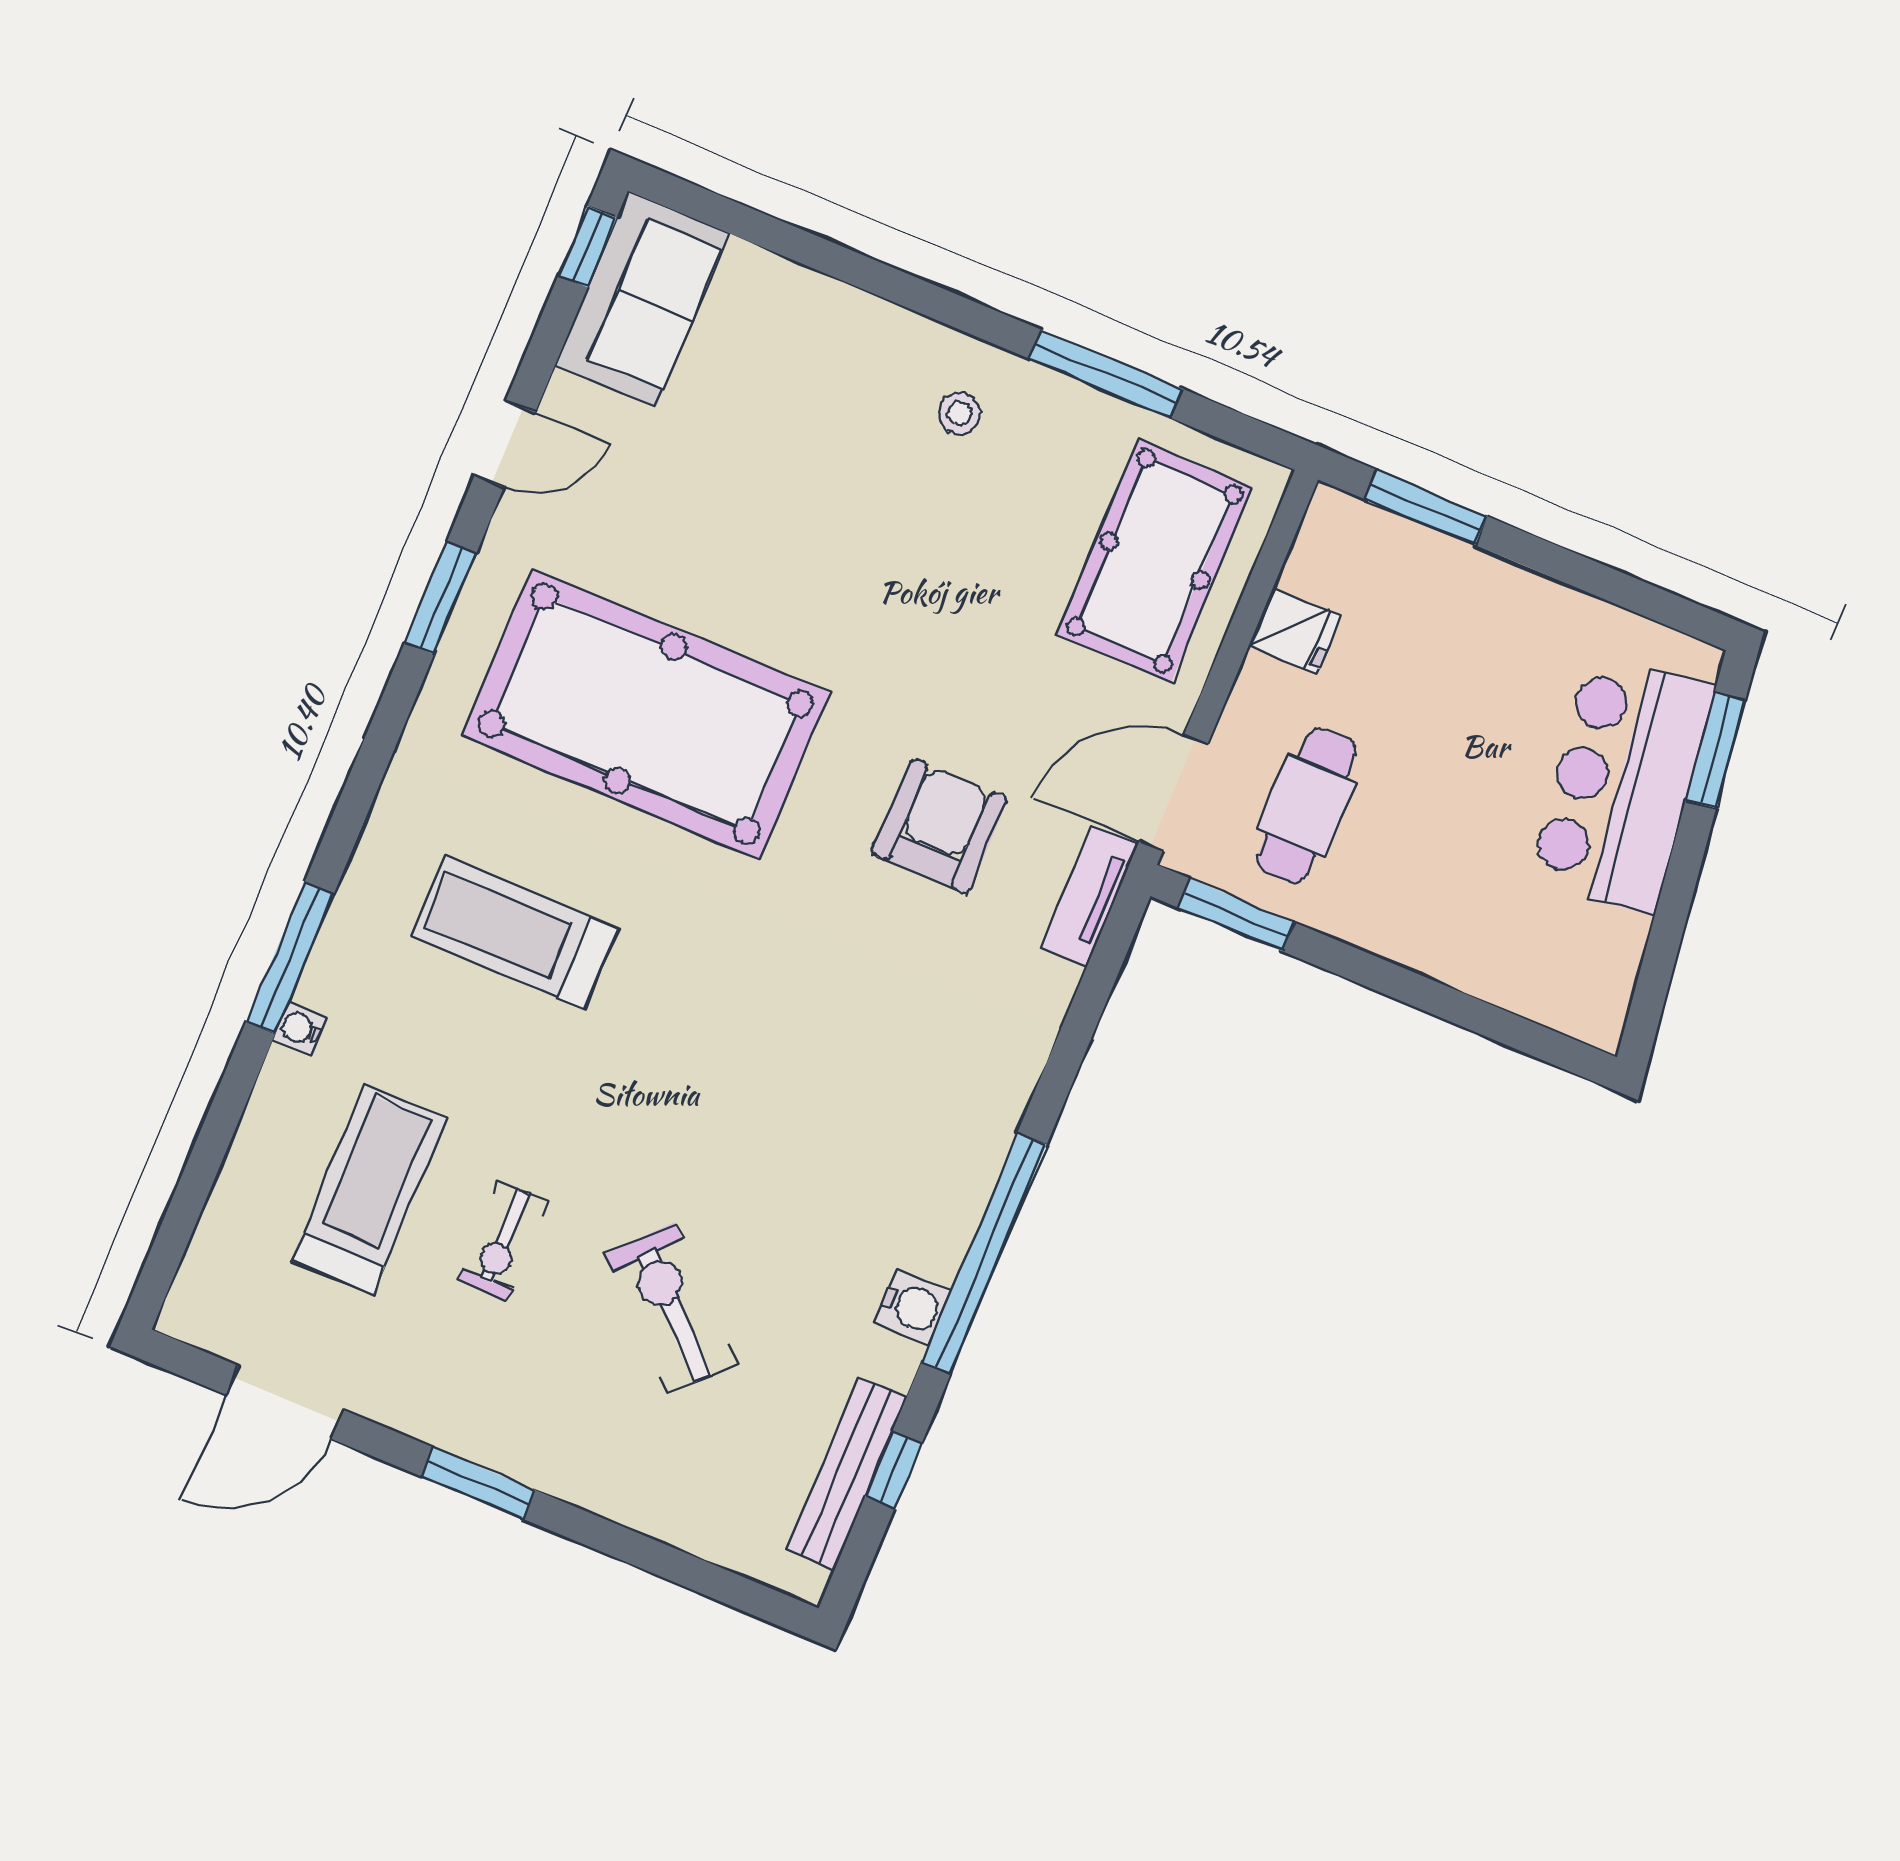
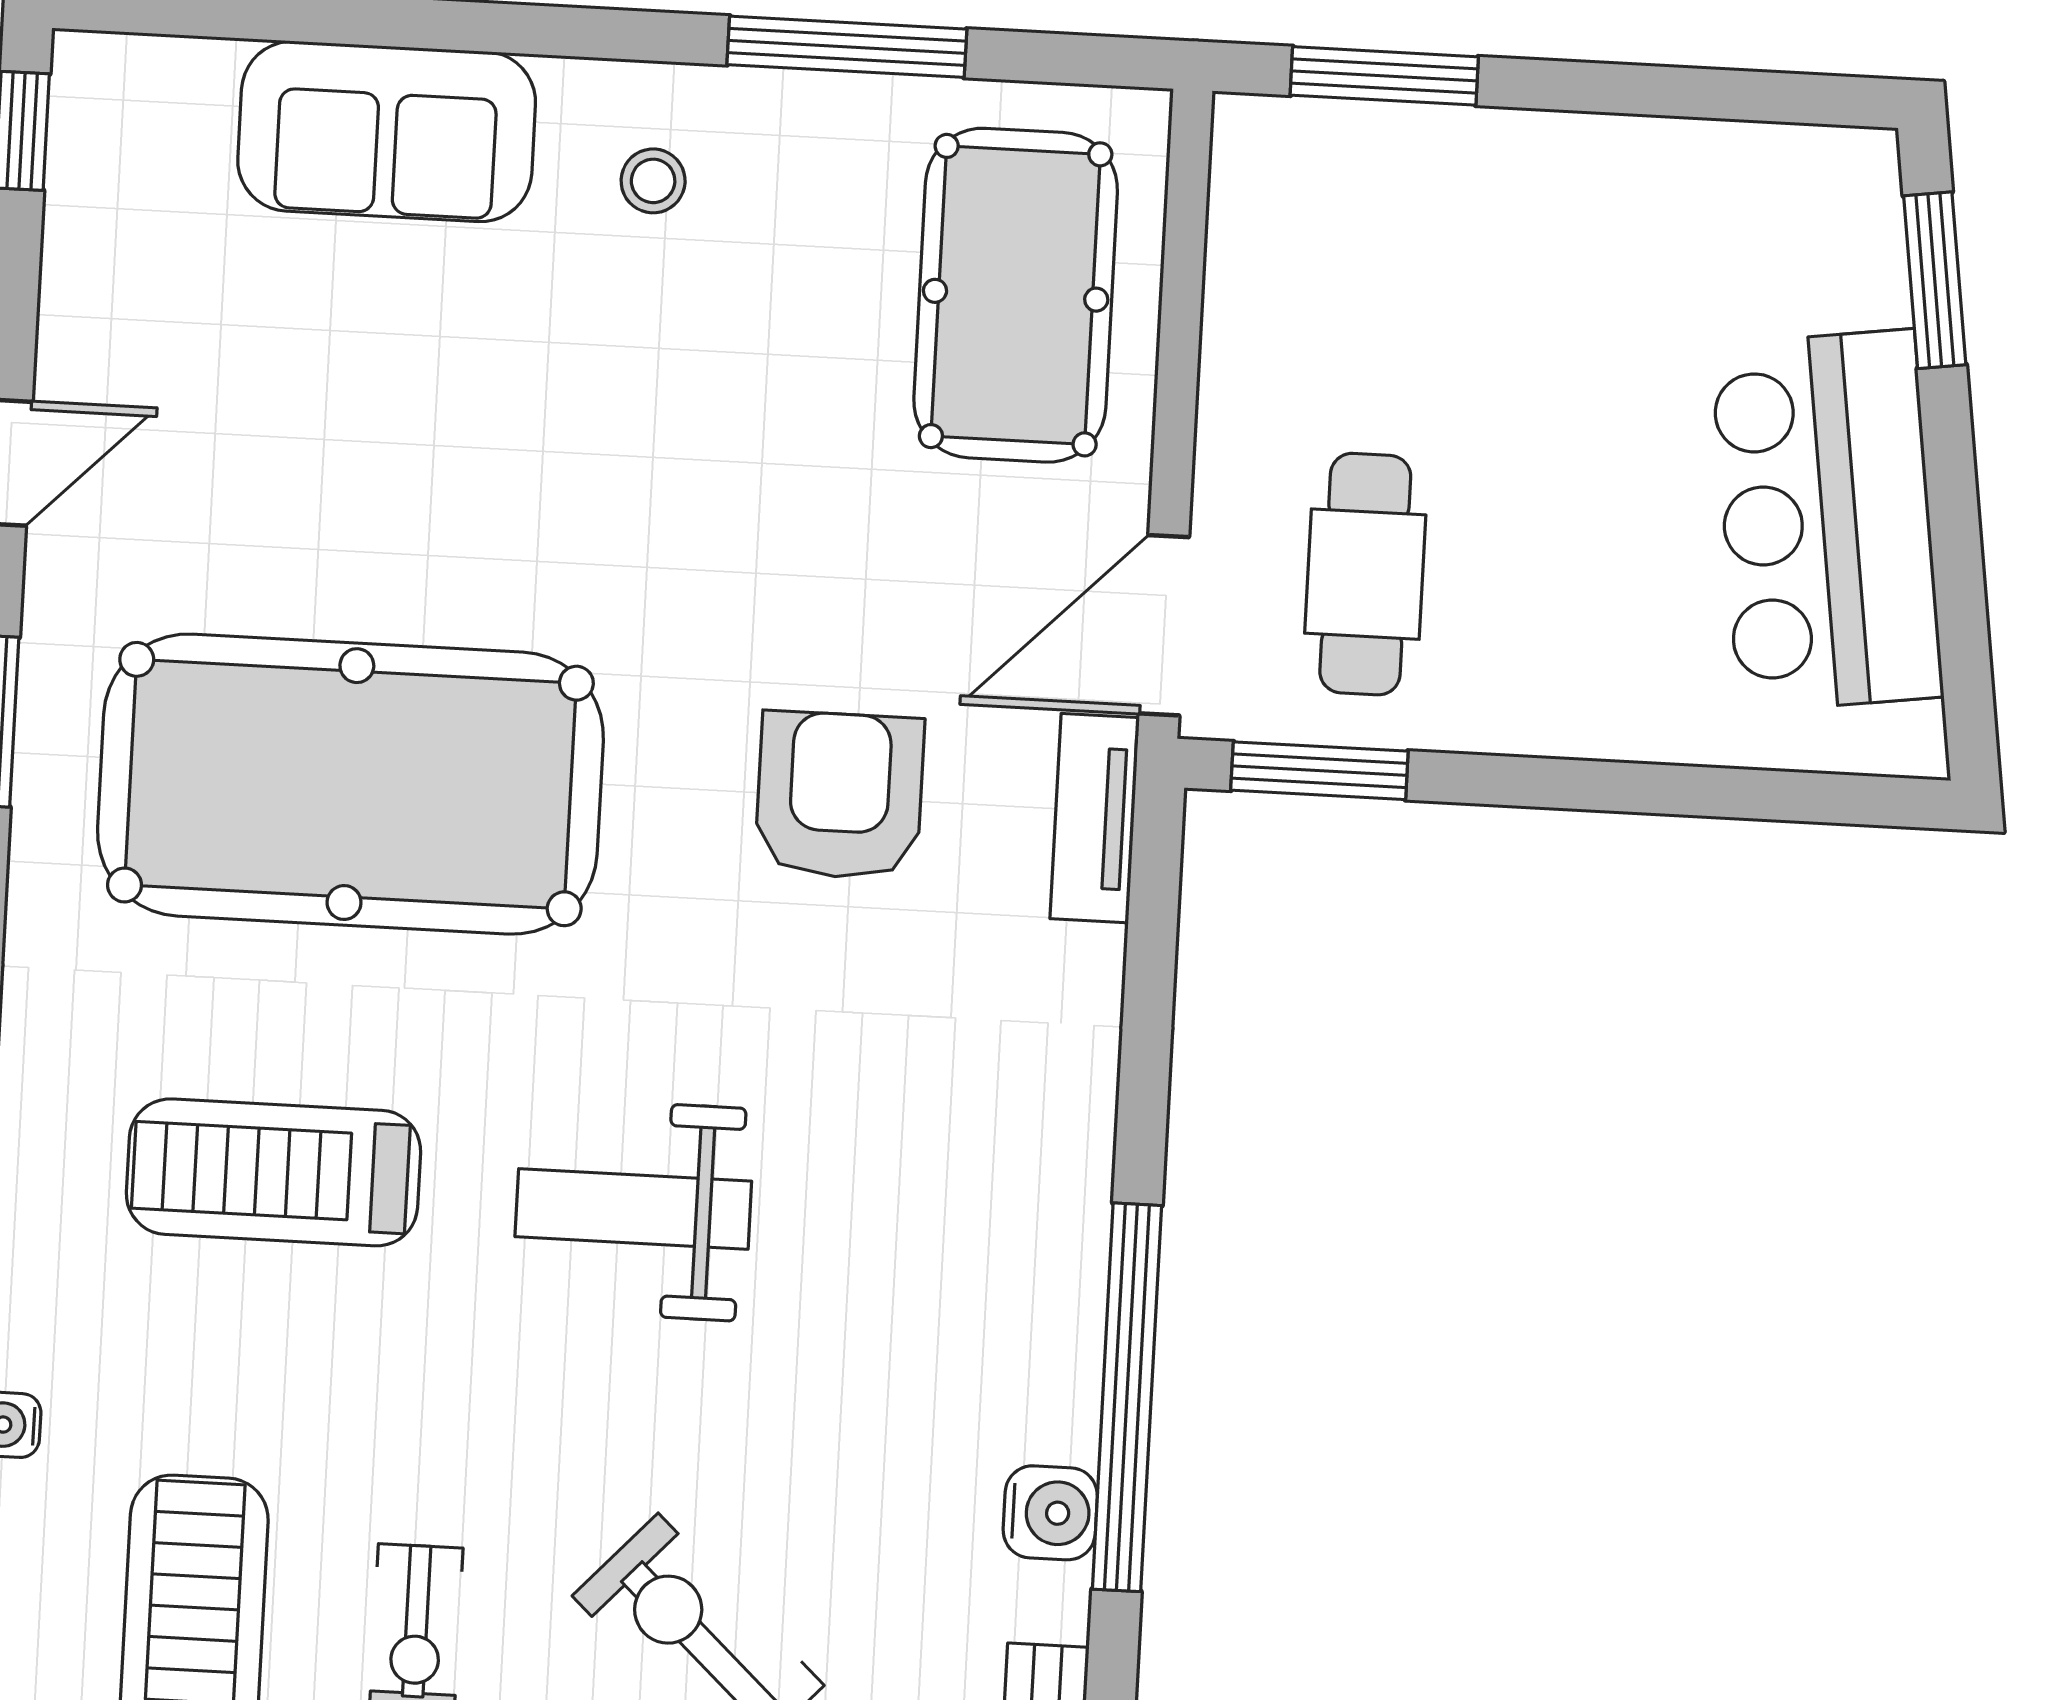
sofa: (642, 299) -> (387, 131), moved, turned 90
fridge: (1295, 631) -> (1258, 324), removed
bar counter: (1622, 784) -> (1827, 521), moved
weight bench: (725, 1033) -> (633, 1209), added

